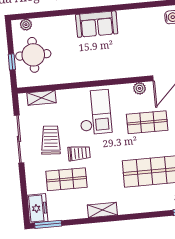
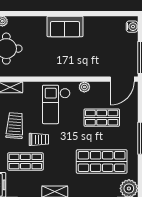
plant: (140, 88) -> (84, 87), moved
checkout: (95, 112) -> (56, 104), turned 180

